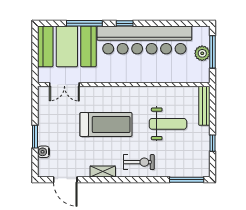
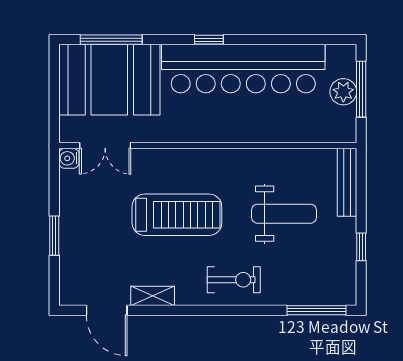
window: (84, 23) -> (111, 40), moved
water cooler: (43, 152) -> (69, 158), moved
shelving: (103, 171) -> (153, 296), moved

